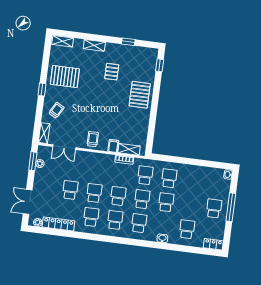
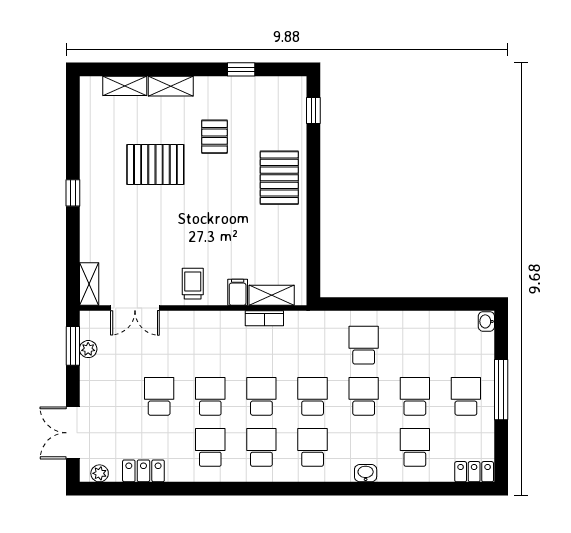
shelving: (63, 41) -> (125, 86), moved
pallet: (65, 77) -> (155, 165), moved
trolley: (56, 110) -> (109, 233), removed
school desk: (145, 175) -> (415, 396), moved
locker: (58, 224) -> (143, 471), width x0.66

